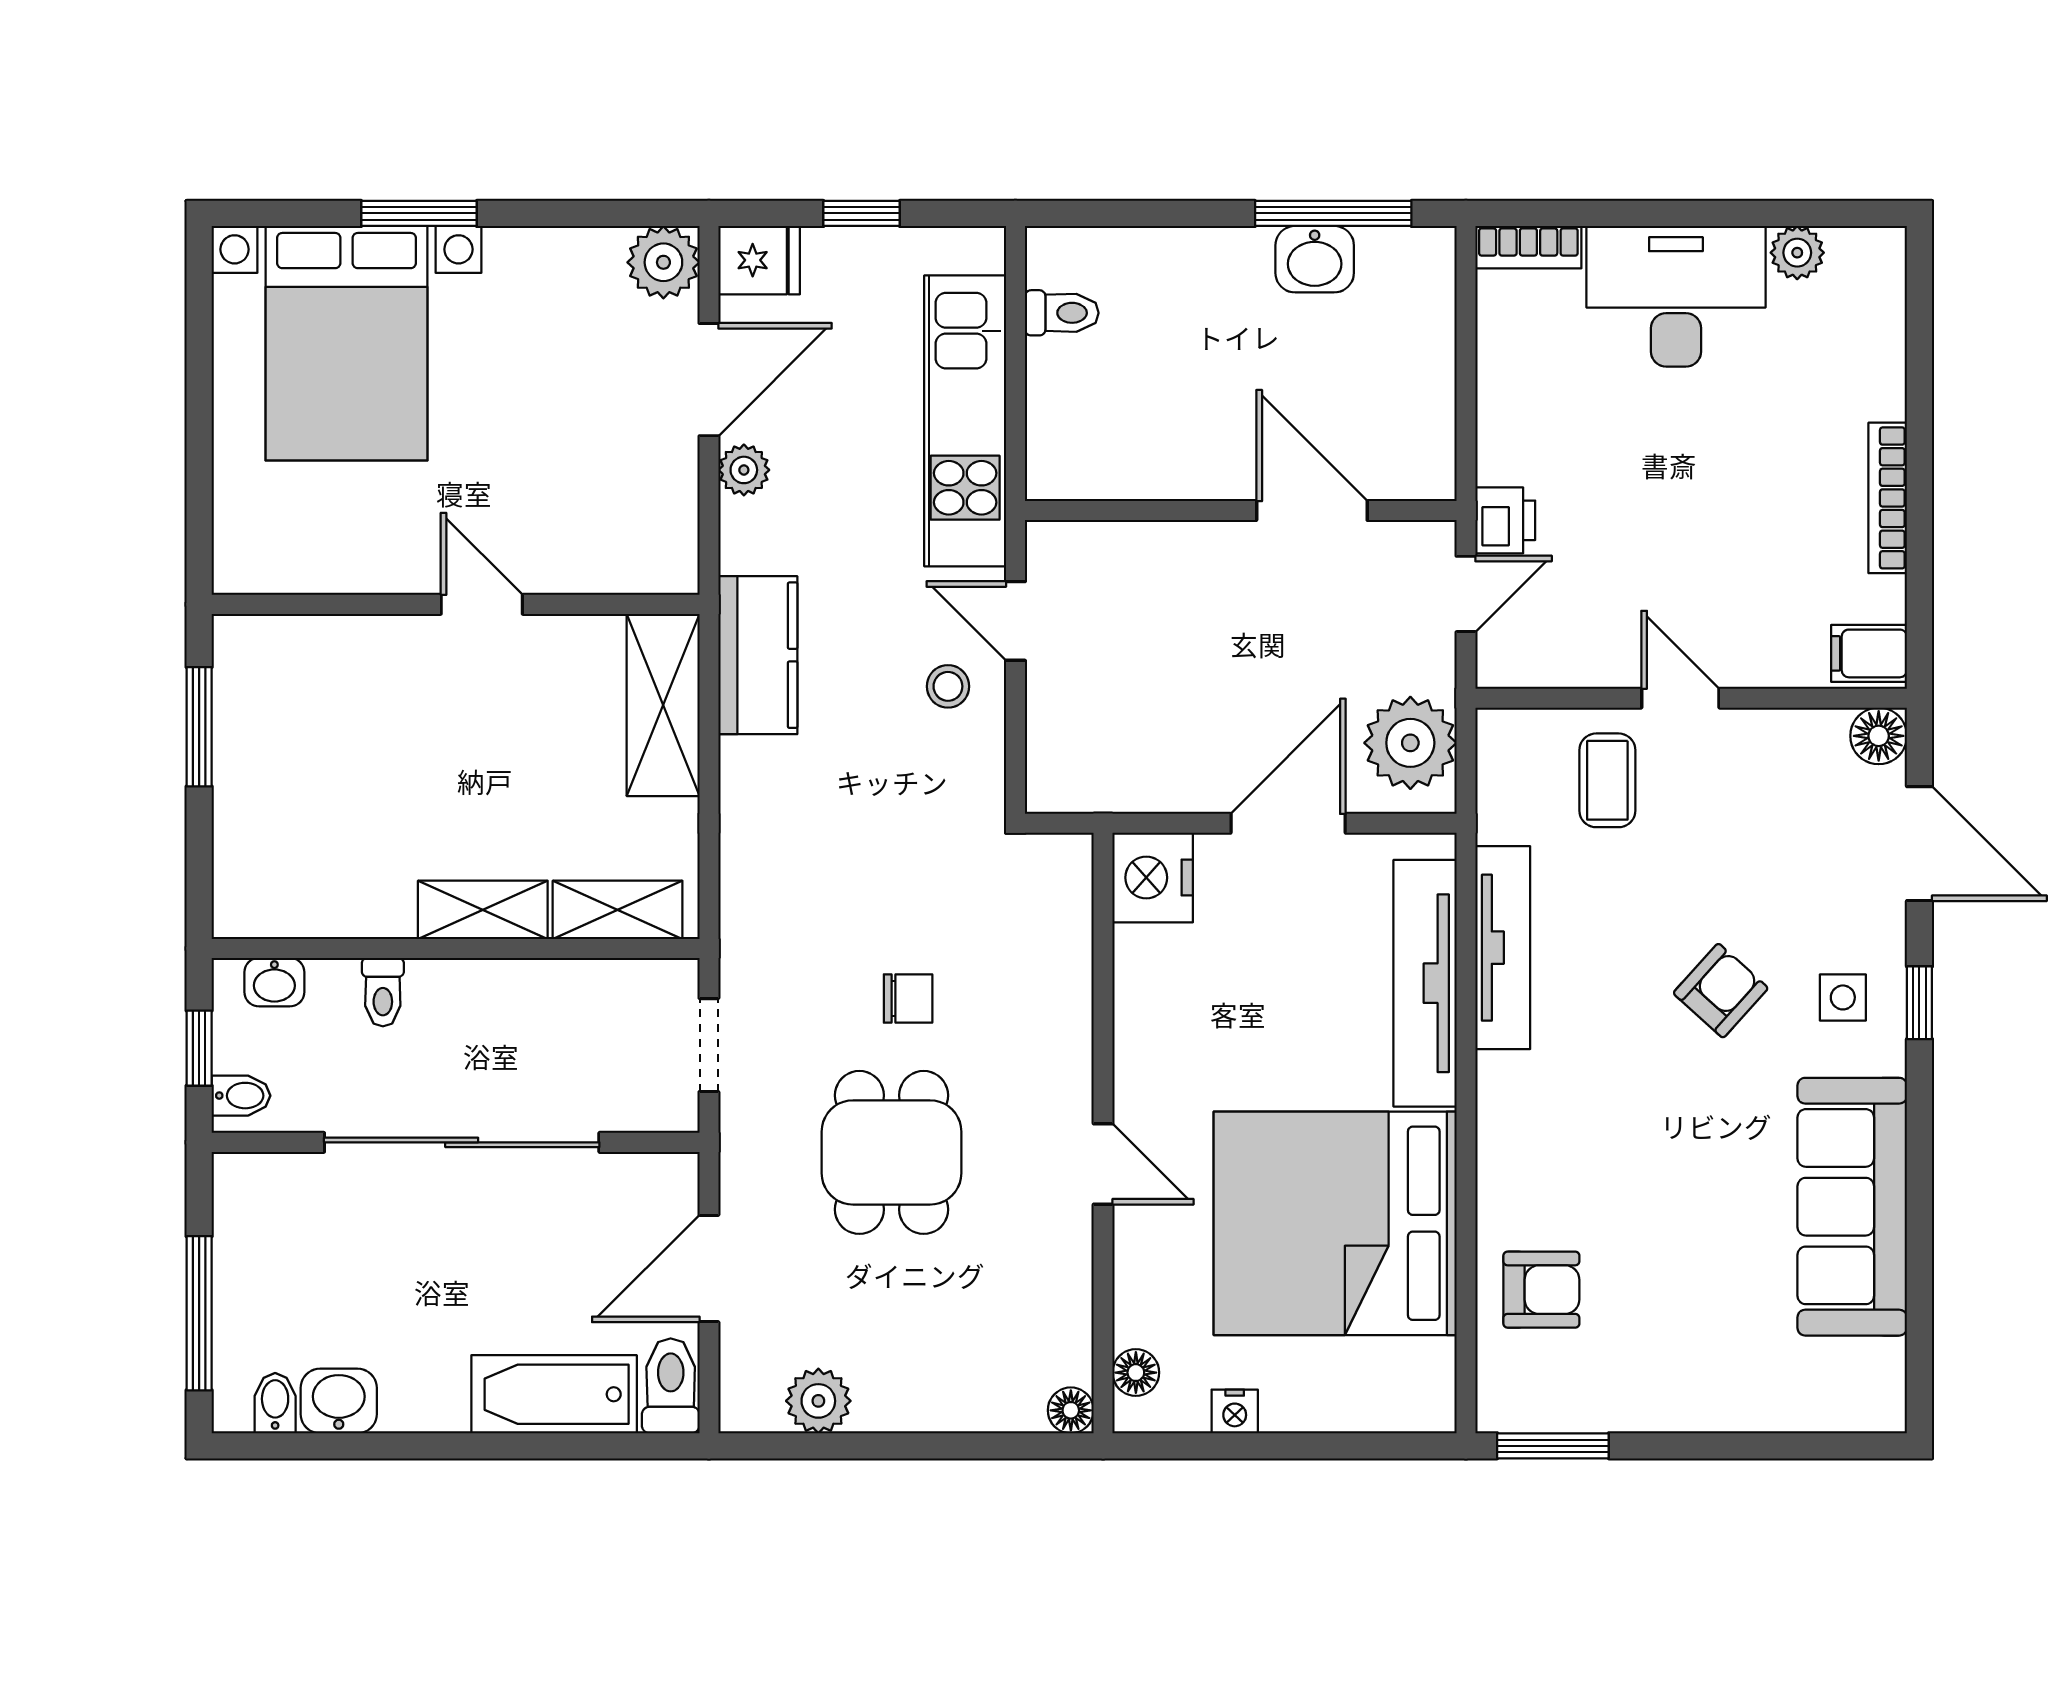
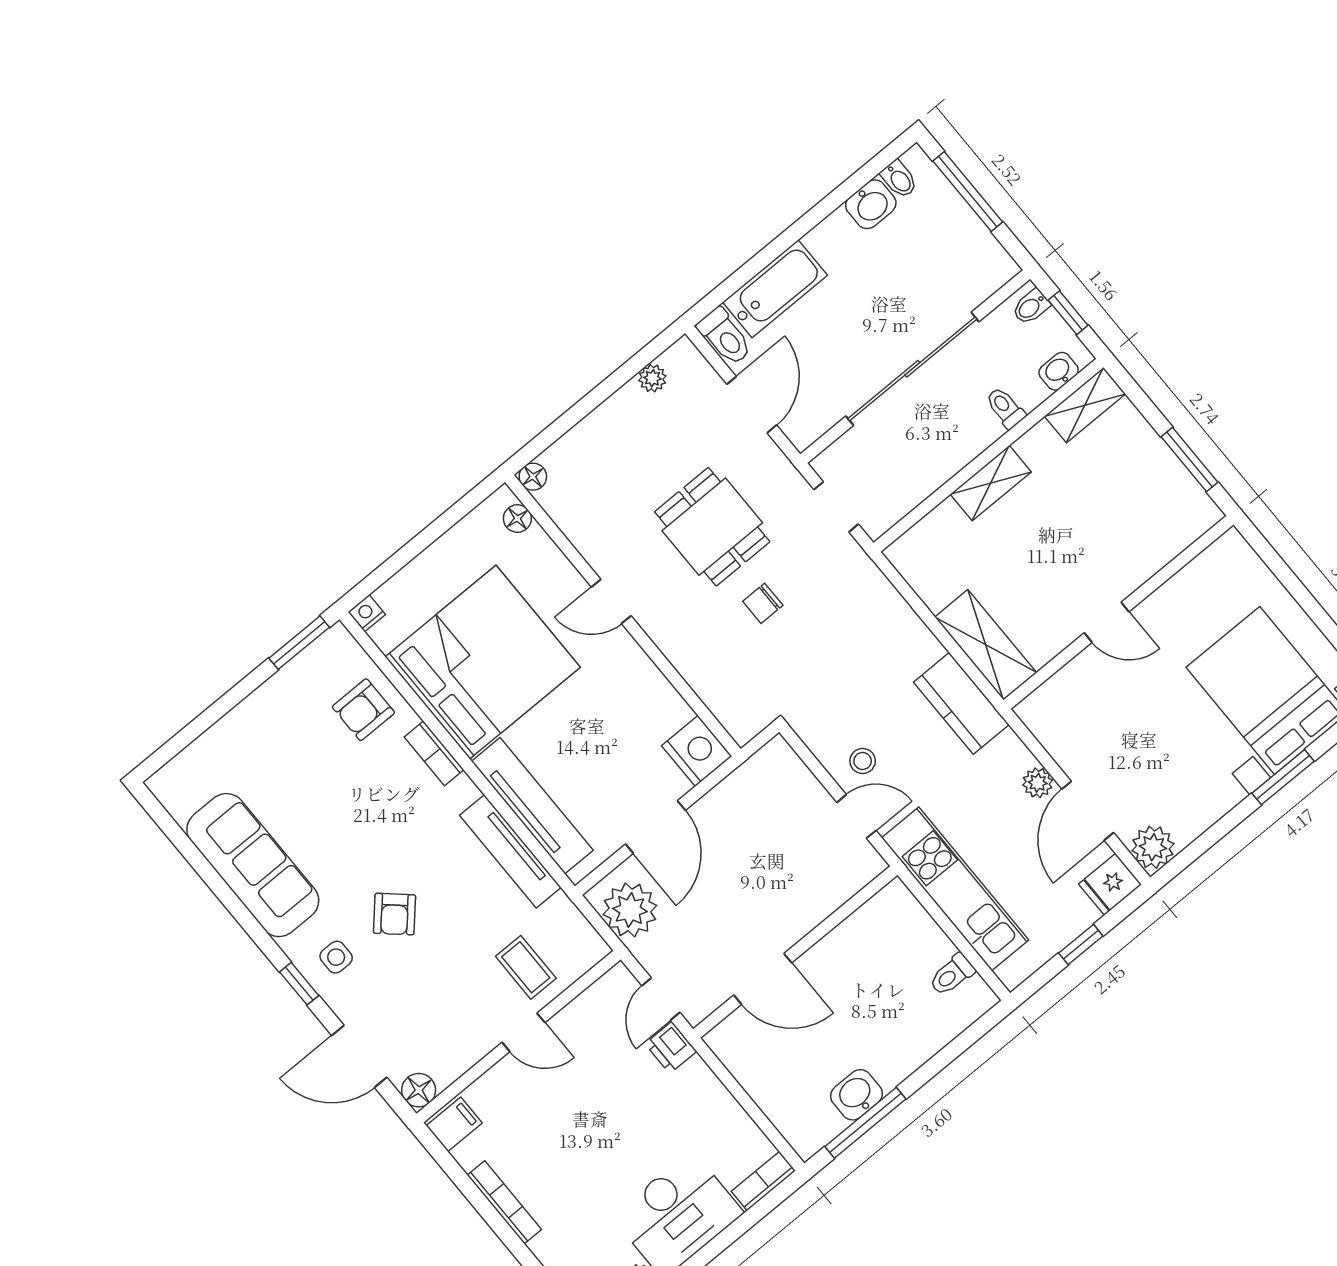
shelving: (618, 910) -> (1085, 405), moved
bookcase: (1497, 1157) -> (434, 753), added
plant: (818, 1401) -> (652, 378), width x0.73, depth x0.73
nightstand: (1235, 1411) -> (367, 613), moved

